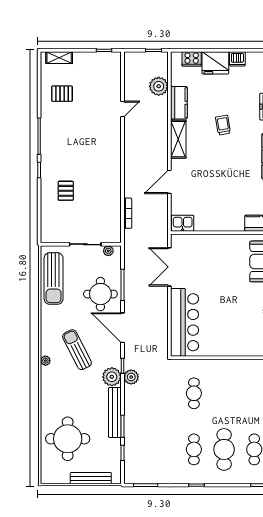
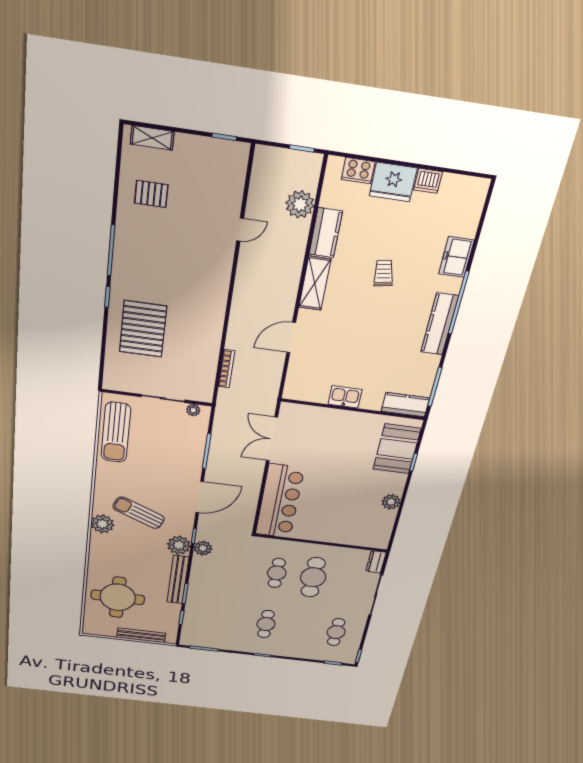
pallet: (66, 191) -> (143, 329), width x2.05, depth x2.00
kitchen sink: (183, 223) -> (345, 397), moved
round table: (100, 294) -> (176, 458), removed
door: (122, 328) -> (200, 497), swing flipped
sun lounger: (77, 350) -> (139, 513), turned -40
plant: (45, 361) -> (102, 524), width x1.87, depth x1.87
cafe table: (224, 449) -> (313, 577), moved

